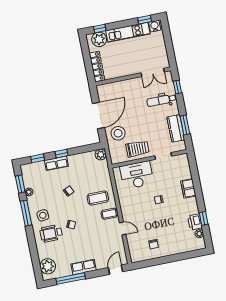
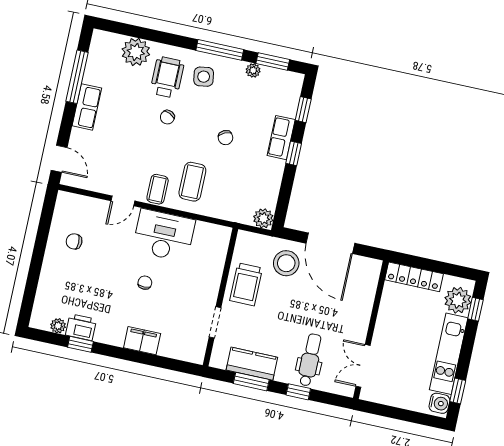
window: (177, 87) -> (298, 392), moved
desk: (137, 175) -> (164, 235), moved, turned -90
plant: (48, 266) -> (136, 52), moved

